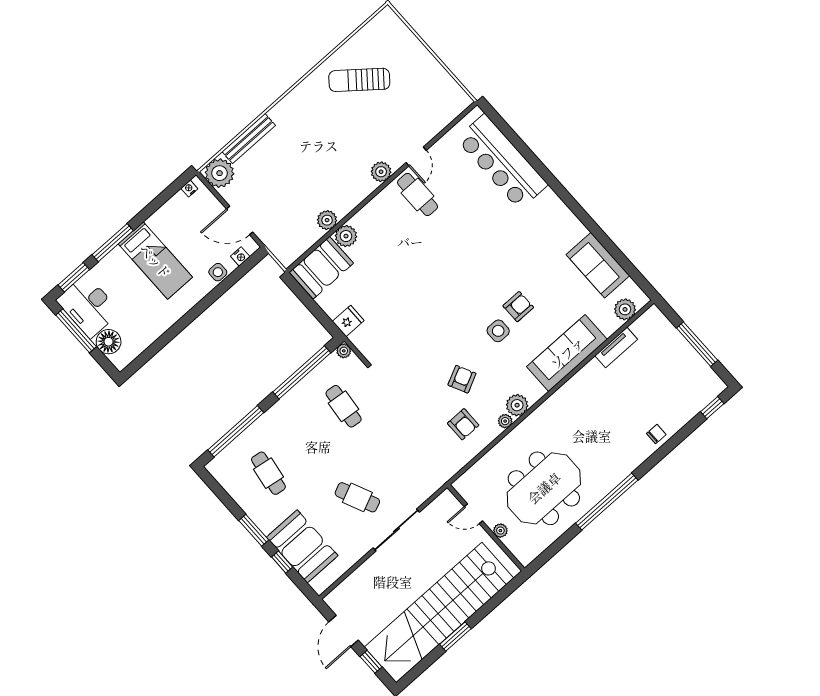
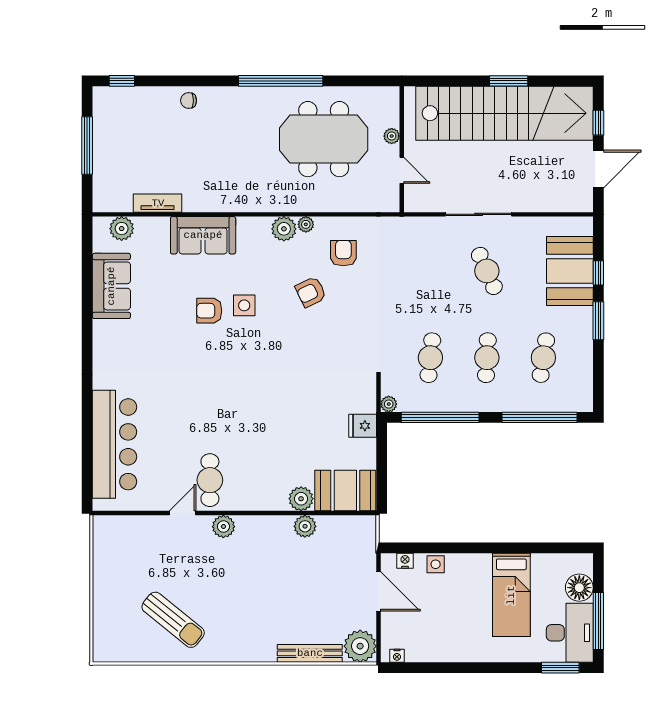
window: (113, 243) -> (502, 668), removed
bed: (155, 261) -> (511, 595), moved, turned 180
sofa: (567, 353) -> (203, 235), width x0.73
cafe table: (306, 440) -> (487, 358), added

